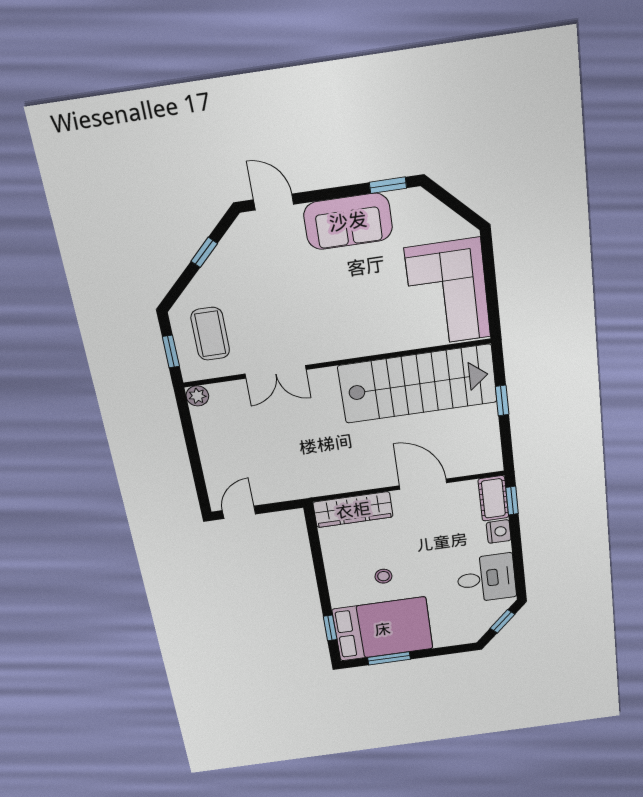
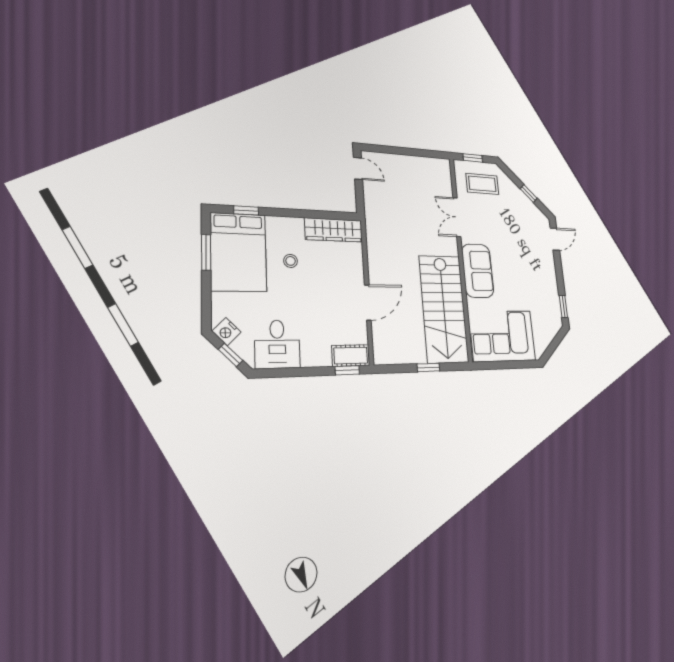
sofa: (348, 221) -> (478, 271), moved, turned 180
plant: (197, 396) -> (444, 165), removed
wardrobe: (353, 510) -> (334, 230), moved, turned -90
nightstand: (499, 532) -> (227, 332), moved, turned 45

